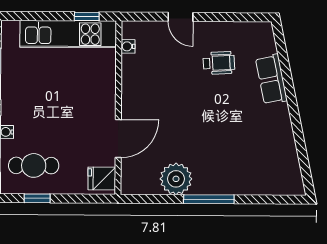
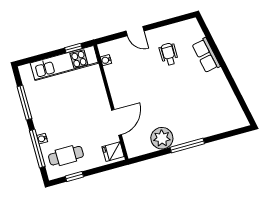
wheelchair: (219, 63) -> (169, 54), turned -87

